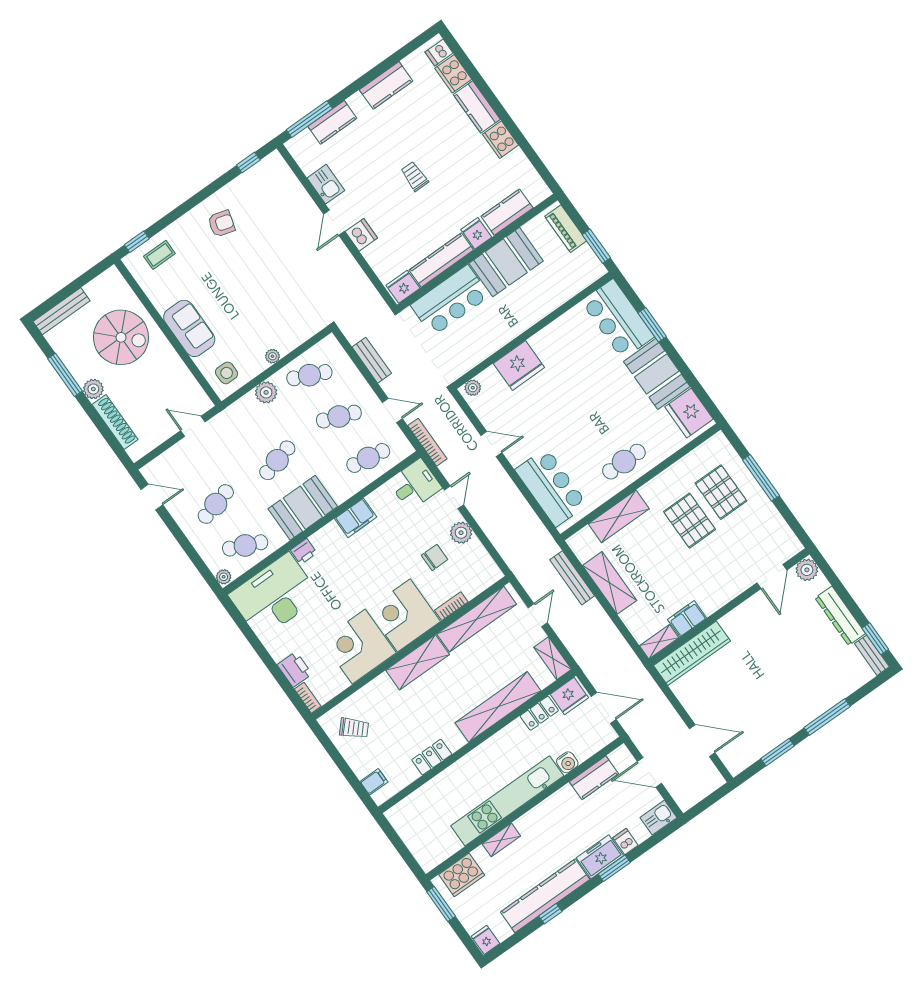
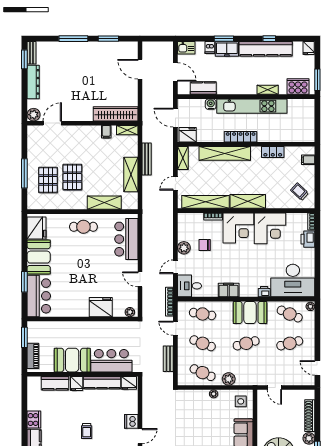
bench: (572, 578) -> (147, 159), moved
filing cabinet: (687, 619) -> (106, 132), width x0.50
locker: (539, 713) -> (241, 137), moved, width x1.53

